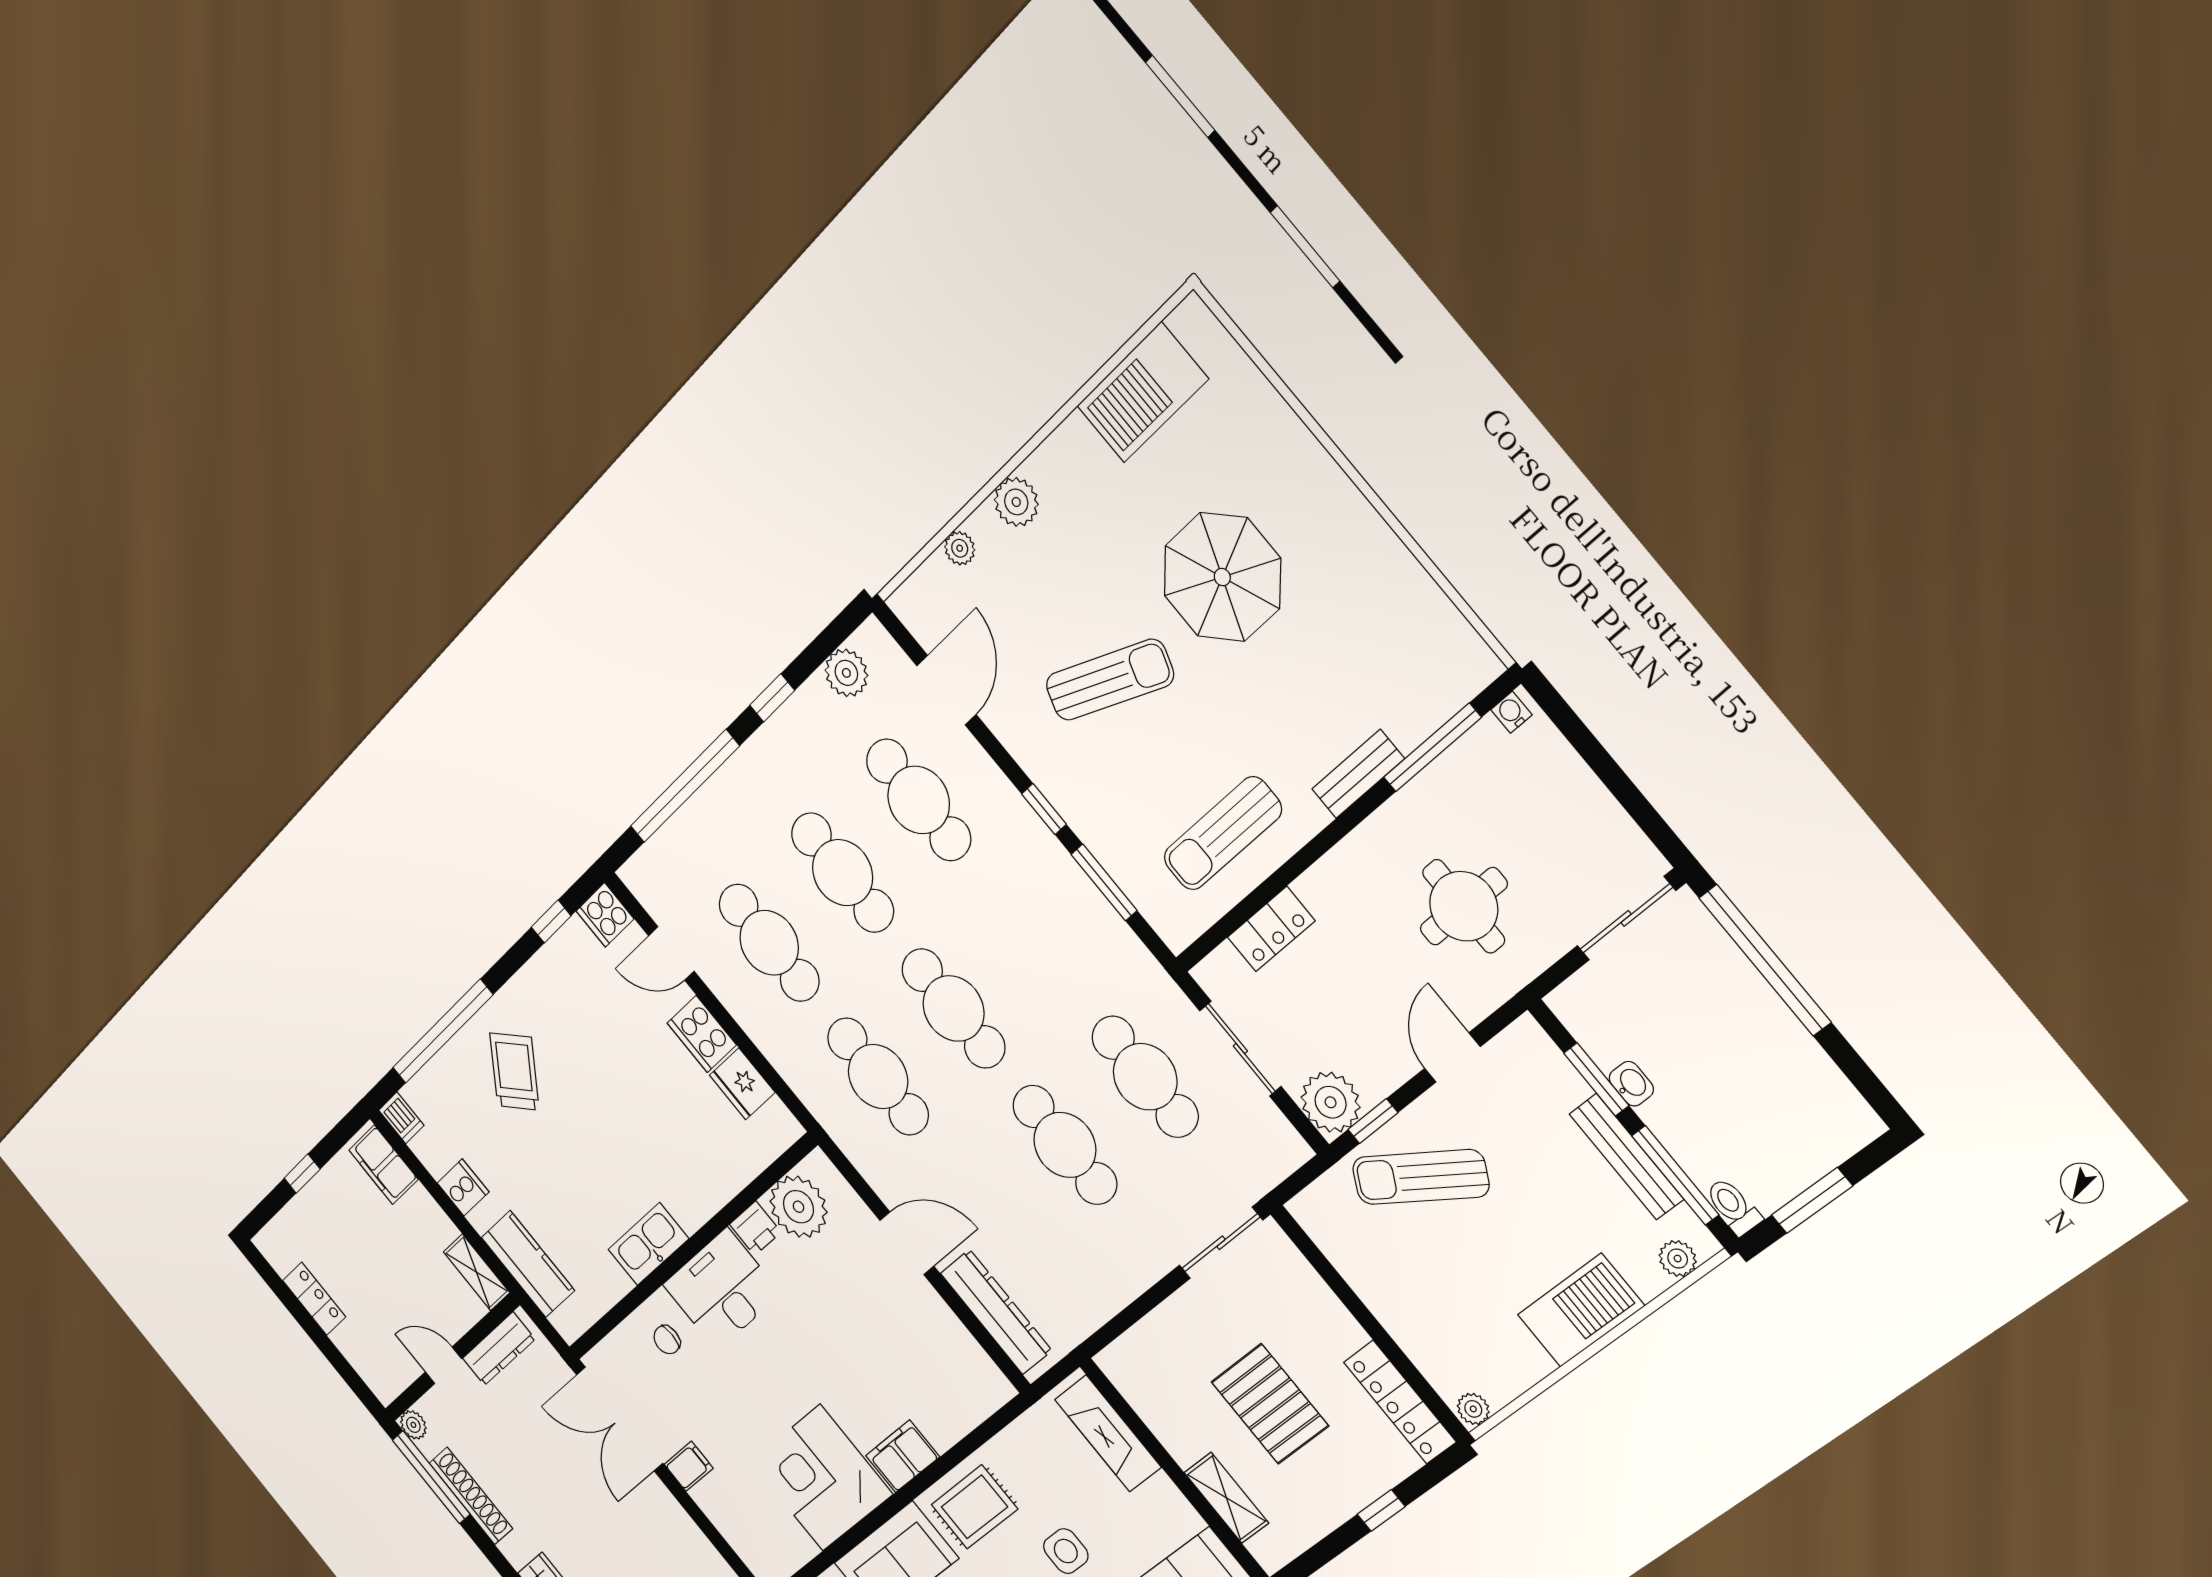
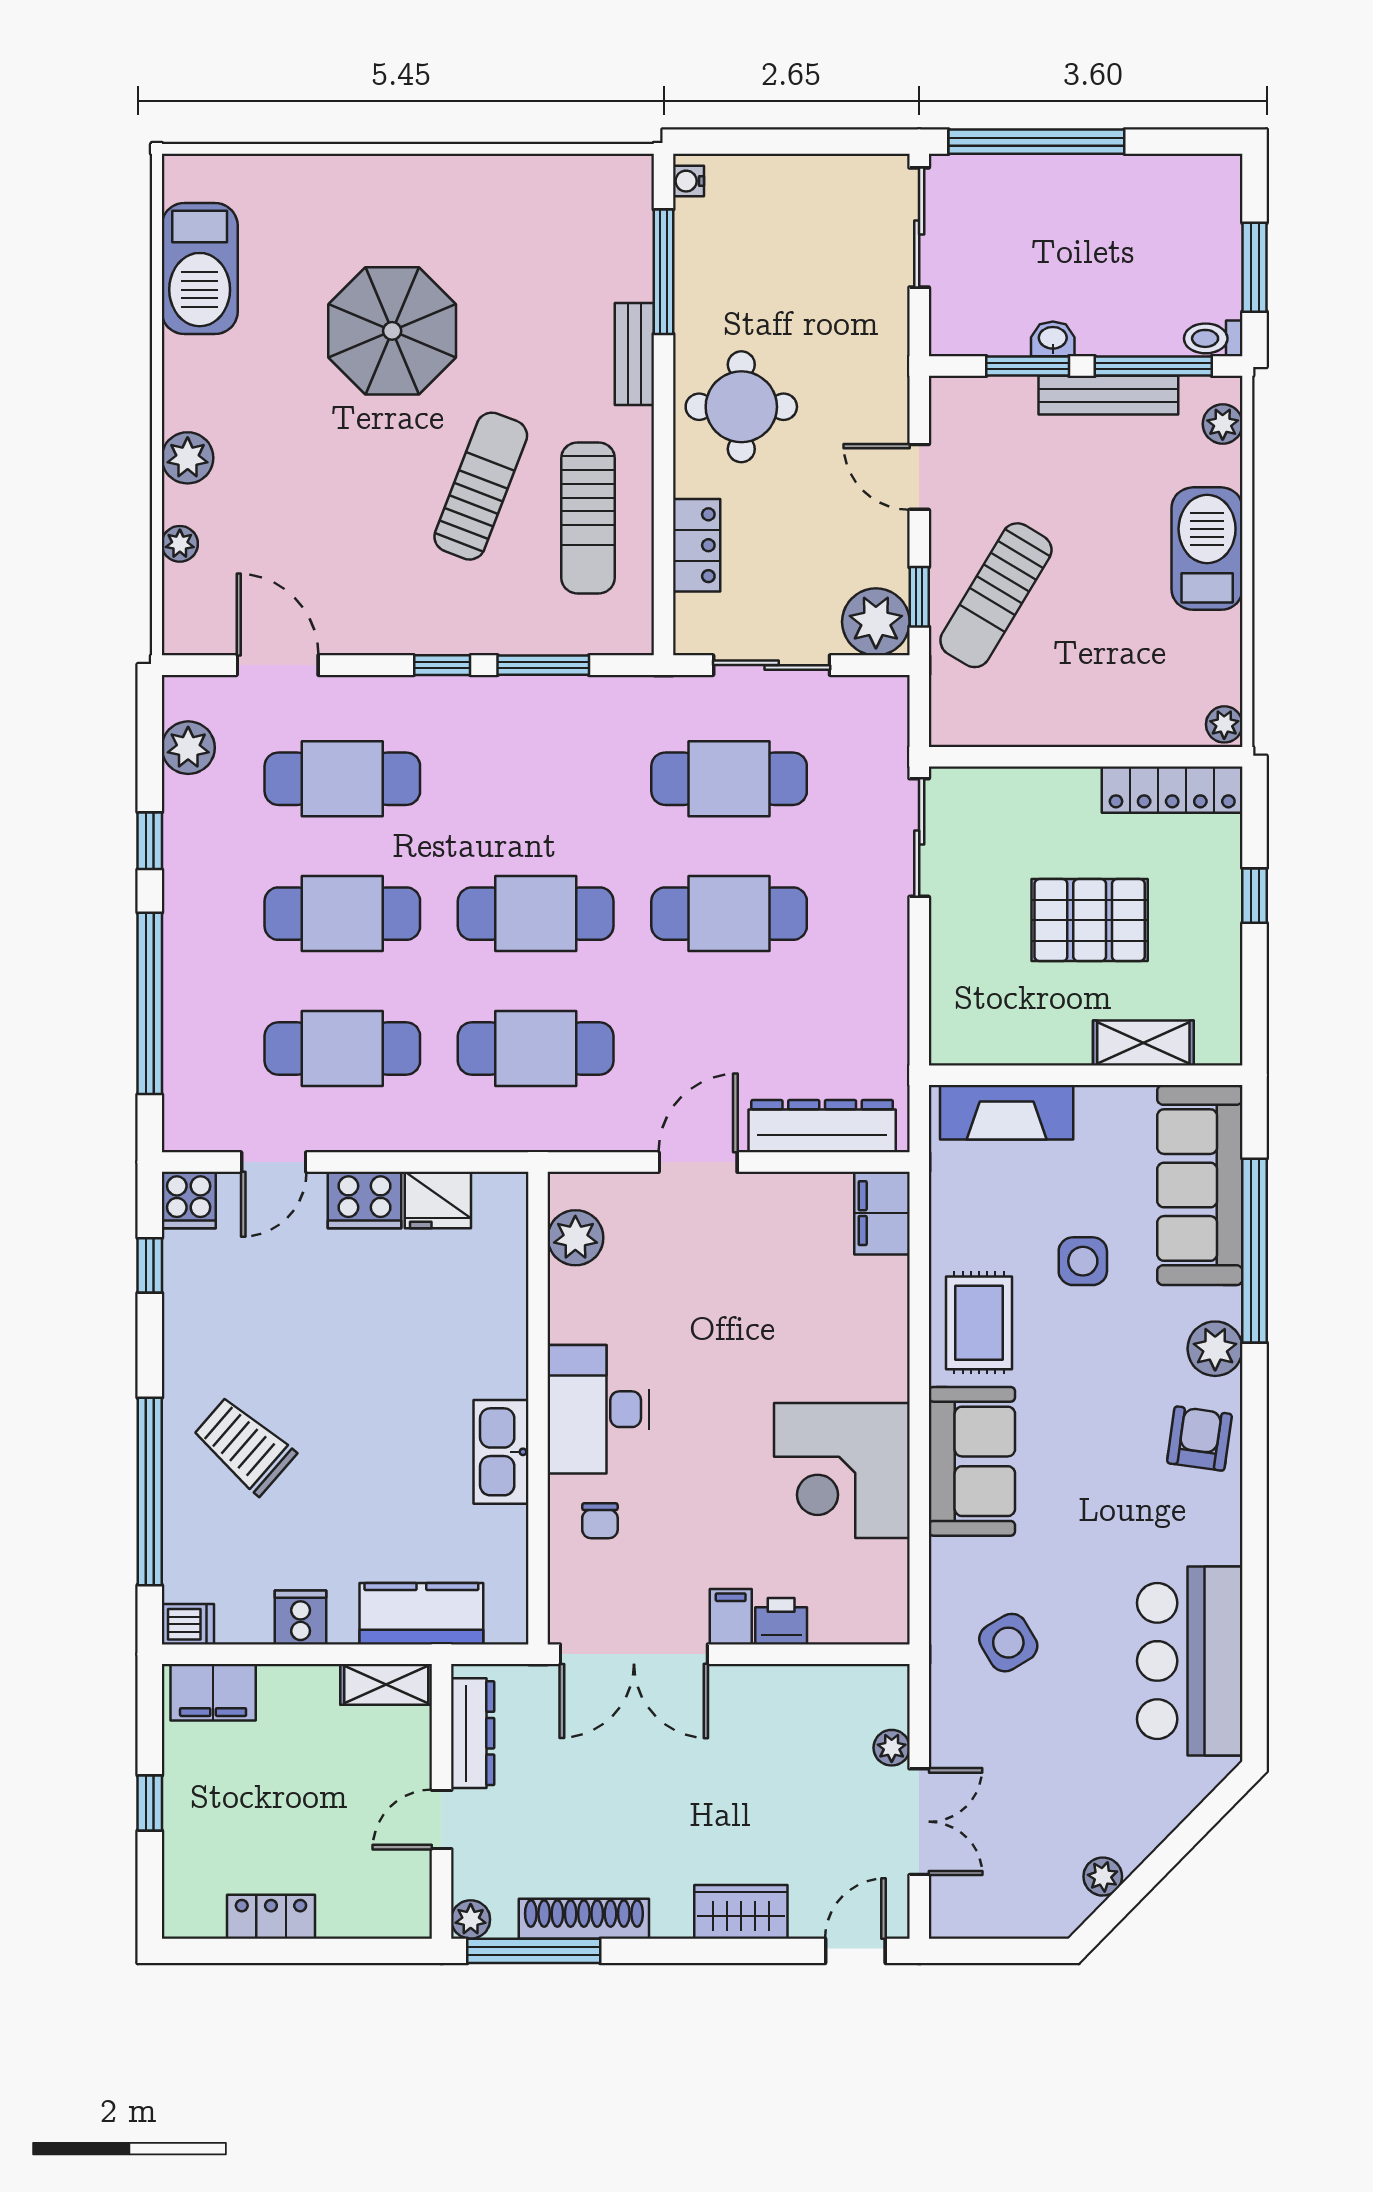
sun lounger: (1110, 680) -> (481, 486), moved
round table: (1464, 906) -> (741, 407), moved
plant: (798, 1207) -> (575, 1238), width x0.73, depth x0.73
printer: (755, 1228) -> (781, 1621), moved, turned -90
filing cabinet: (903, 1456) -> (882, 1213), moved

